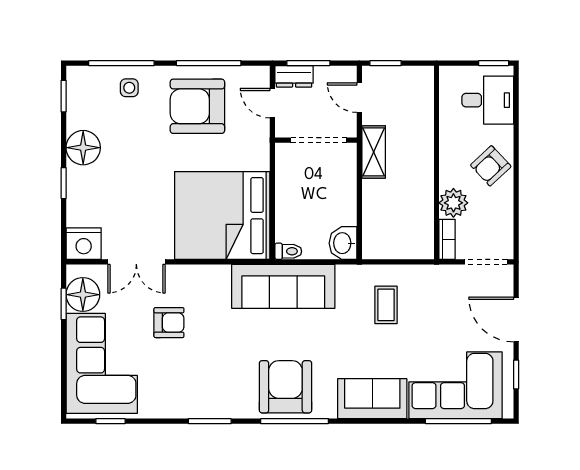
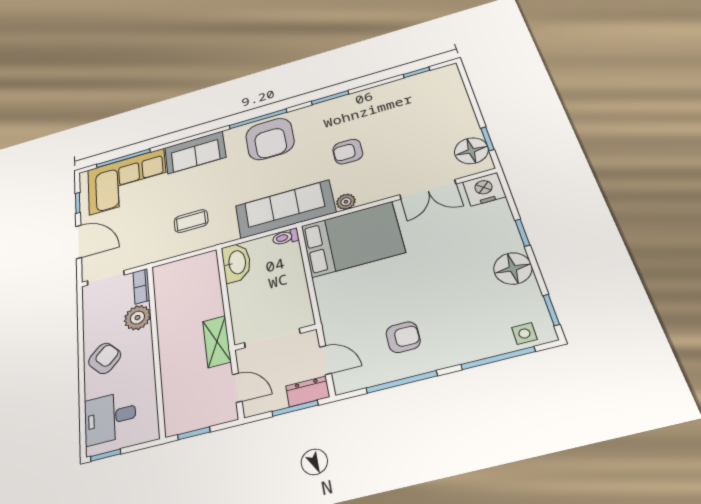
window: (386, 63) -> (194, 433), moved
side table: (129, 88) -> (524, 334), moved
armchair: (197, 106) -> (403, 337), width x0.53, depth x0.53
bed: (222, 216) -> (352, 239), width x0.73
washbasin: (343, 243) -> (236, 262), width x1.38
double door: (136, 262) -> (428, 189), swing flipped
plant: (220, 274) -> (346, 202), added
coffee table: (386, 305) -> (191, 221), turned 90
armchair: (169, 323) -> (348, 152), moved
corner sofa: (102, 363) -> (437, 108), removed

